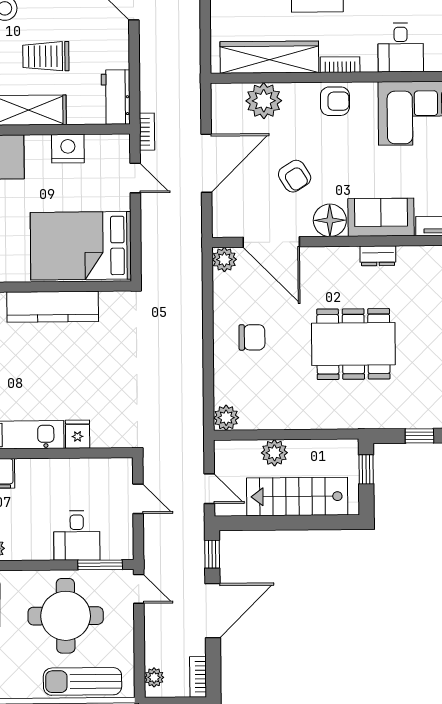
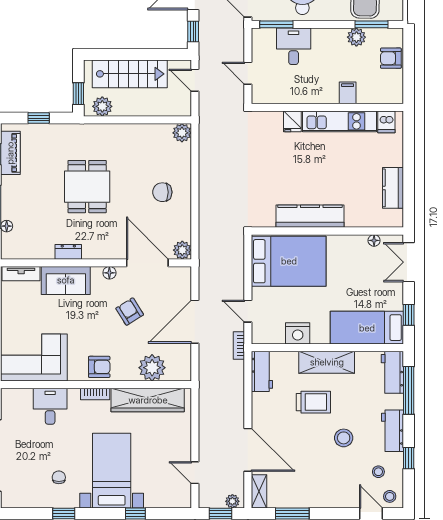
armchair: (335, 101) -> (99, 367), turned 180
floor lamp: (330, 220) -> (109, 273), width x0.53, depth x0.53
dining table: (353, 344) -> (87, 187), width x0.73
plant: (274, 453) -> (102, 106), moved

